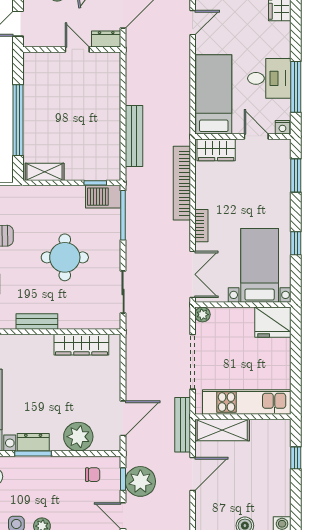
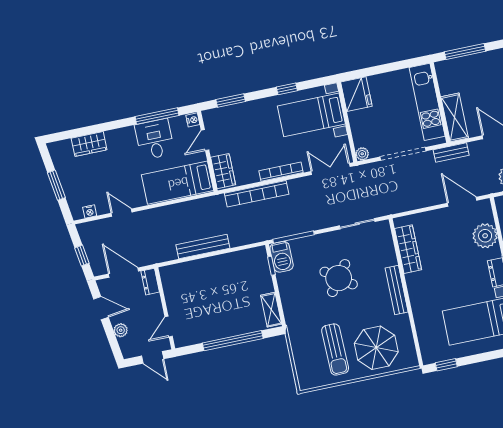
door: (77, 49) -> (169, 327), moved
bench: (134, 136) -> (203, 247), moved
bookcase: (201, 226) -> (281, 172), width x1.56
round table: (65, 257) -> (339, 278), turned 36
bench: (37, 321) -> (397, 290), width x1.36
bench: (183, 425) -> (451, 152), width x0.73
window: (296, 458) -> (465, 52), width x2.17

